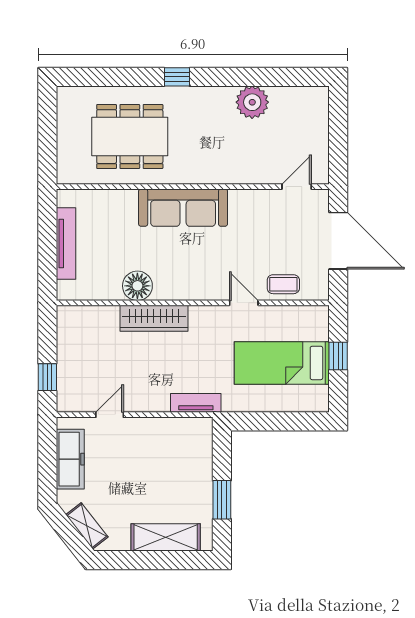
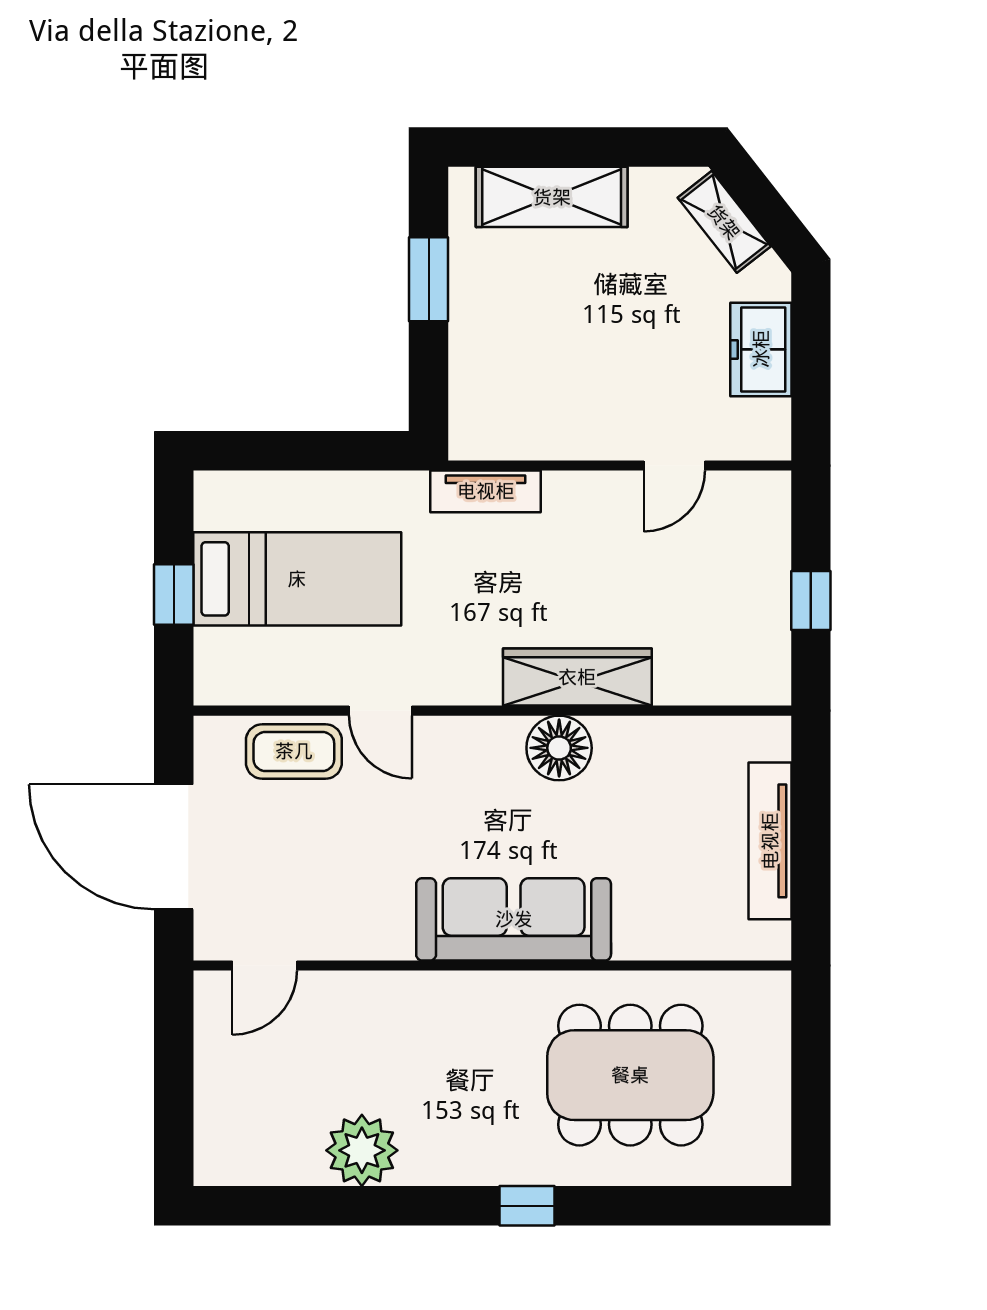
coffee table: (283, 284) -> (294, 751), width x1.36, depth x1.30
floor lamp: (137, 286) -> (559, 748), moved
window: (47, 377) -> (811, 601), moved
freezer: (70, 459) -> (761, 349), width x0.71

